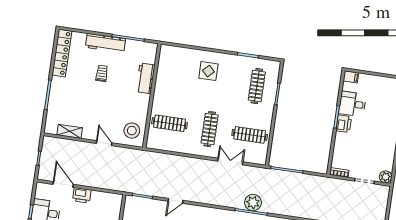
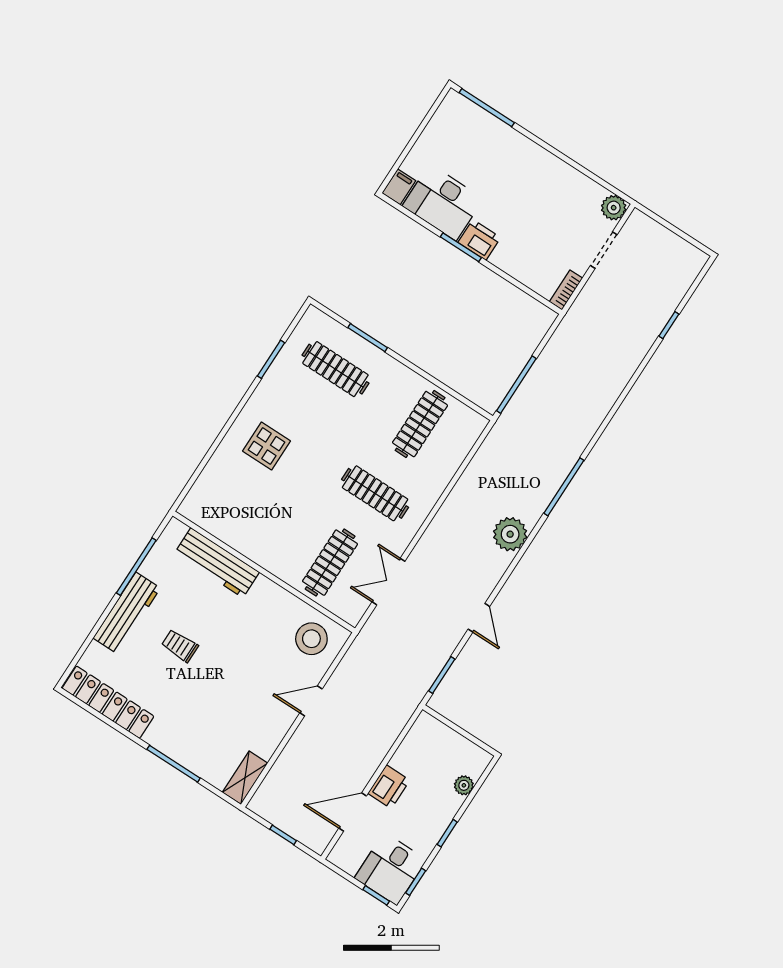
workbench: (146, 78) -> (217, 563), width x1.38
desk: (352, 104) -> (443, 202), width x1.37
shelving: (70, 131) -> (245, 778), moved
double door: (230, 161) -> (389, 582), moved
plant: (253, 203) -> (510, 534), moved

